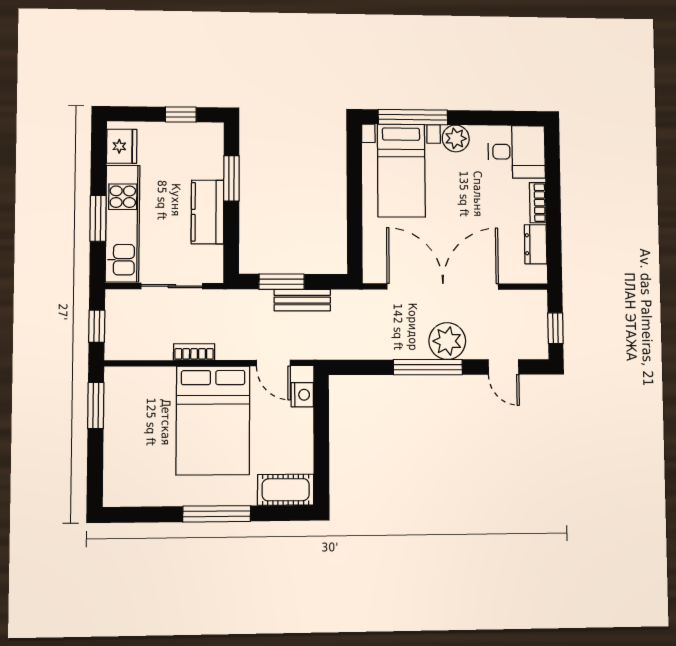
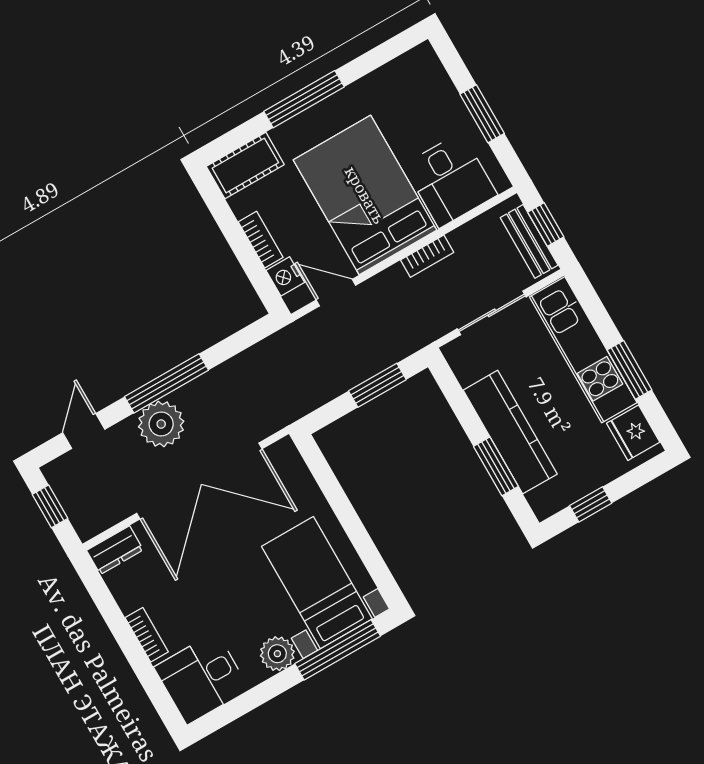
kitchen counter: (207, 212) -> (510, 432), width x1.50
window: (98, 218) -> (629, 370), moved
dresser: (536, 244) -> (115, 550), moved, turned 90
bench: (302, 300) -> (529, 241), moved, turned 90
door: (504, 367) -> (84, 431), hinge flipped
desk: (146, 396) -> (450, 180), added
window: (96, 405) -> (482, 114), moved
bookcase: (305, 431) -> (261, 240), added

